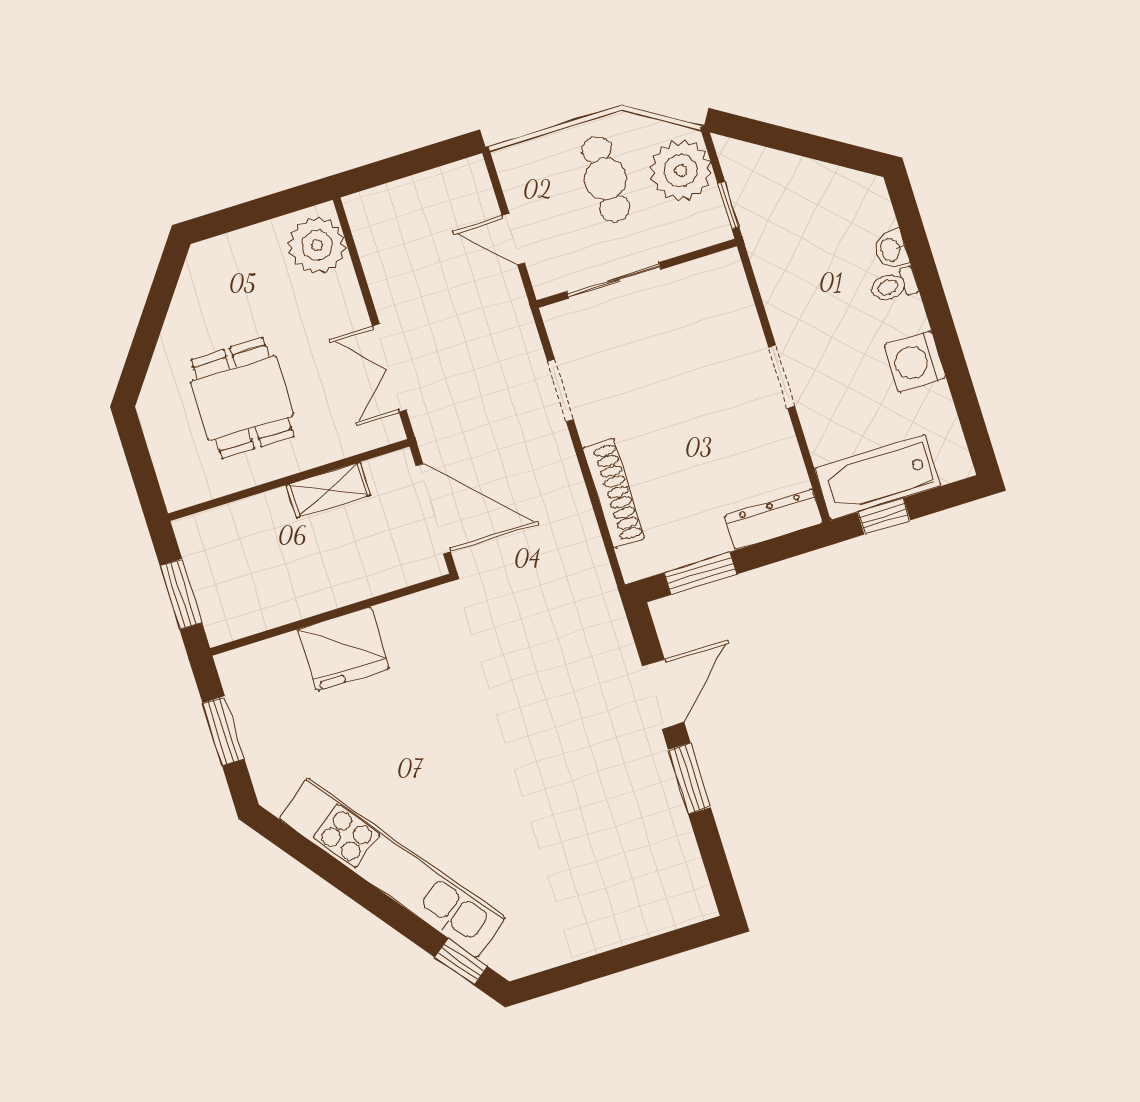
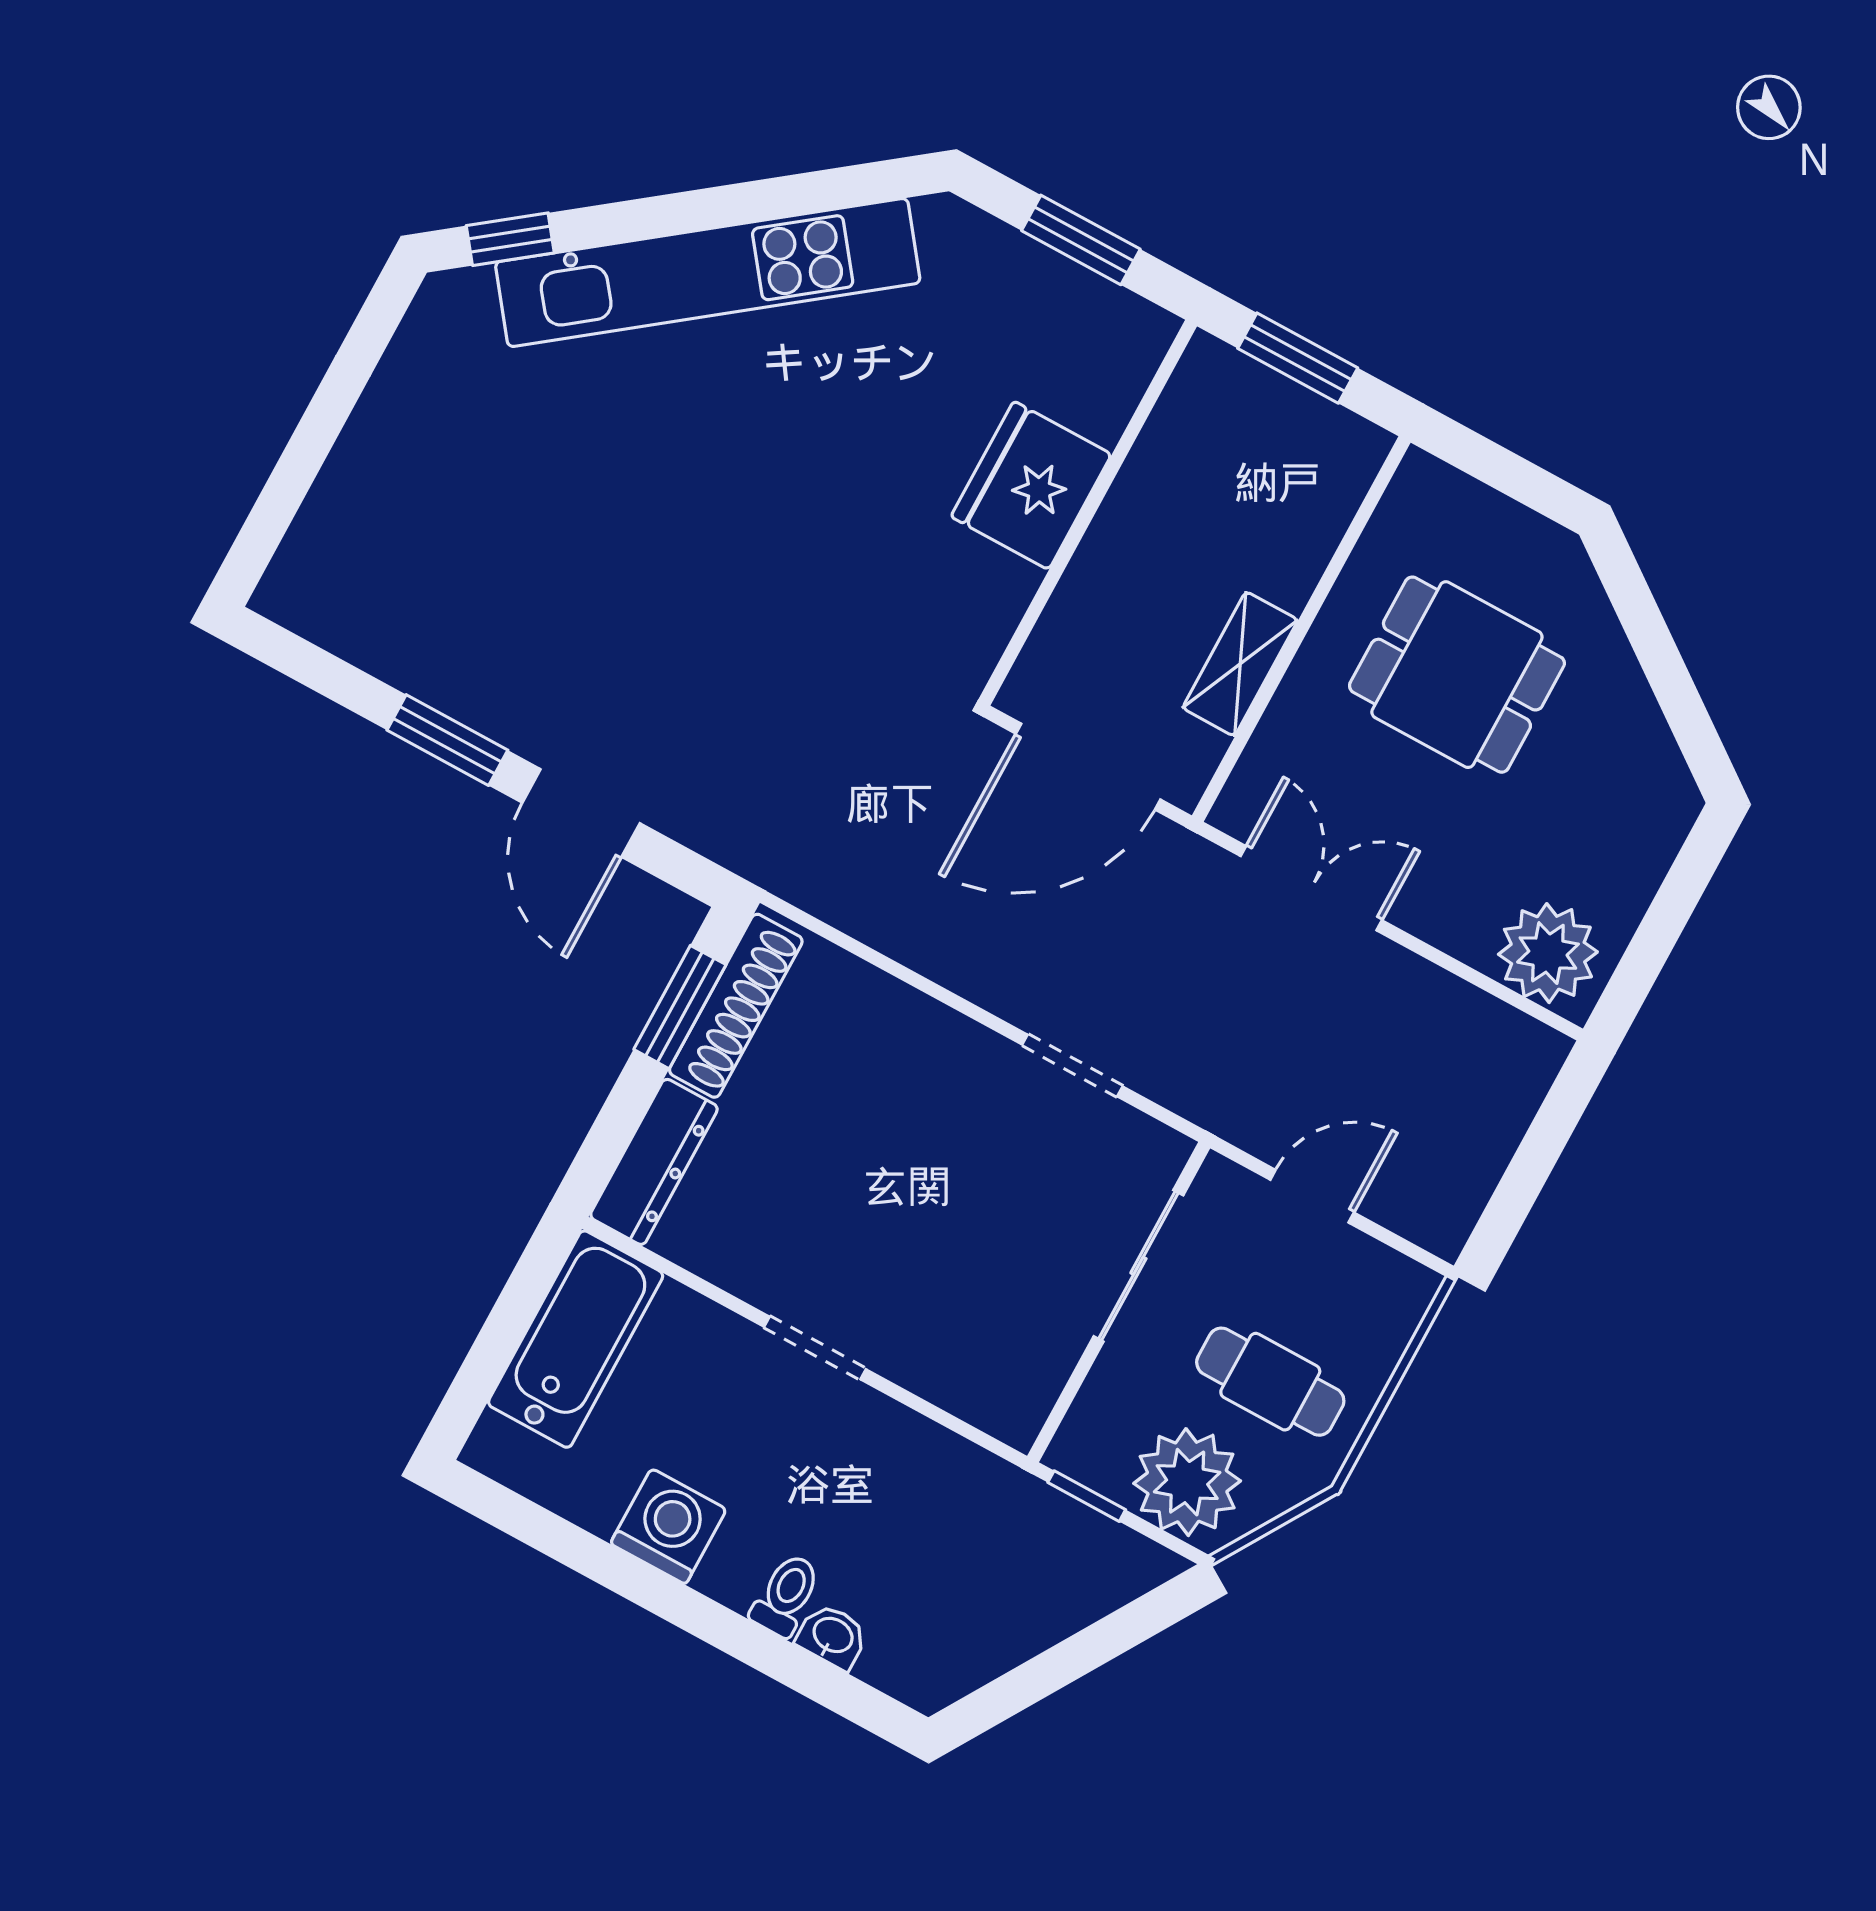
shoe rack: (614, 493) -> (736, 1006), moved, turned -90
window: (884, 516) -> (521, 1298), removed

